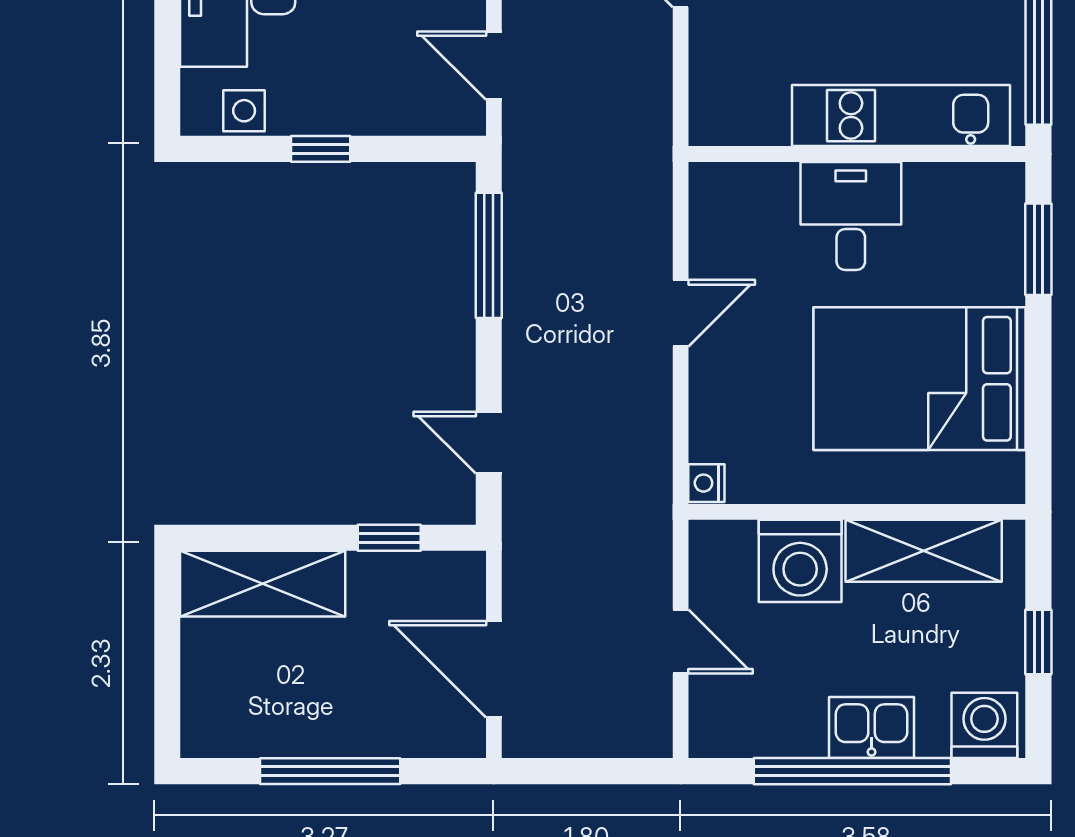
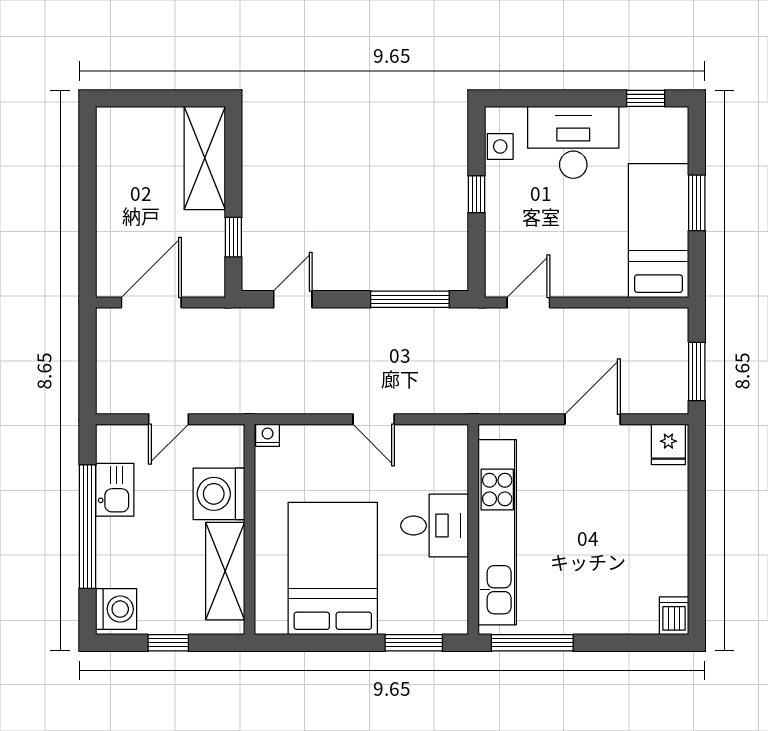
kitchen unit: (901, 116) -> (497, 532), width x1.36
kitchen sink: (872, 727) -> (115, 490), moved
window: (330, 771) -> (88, 200), removed

